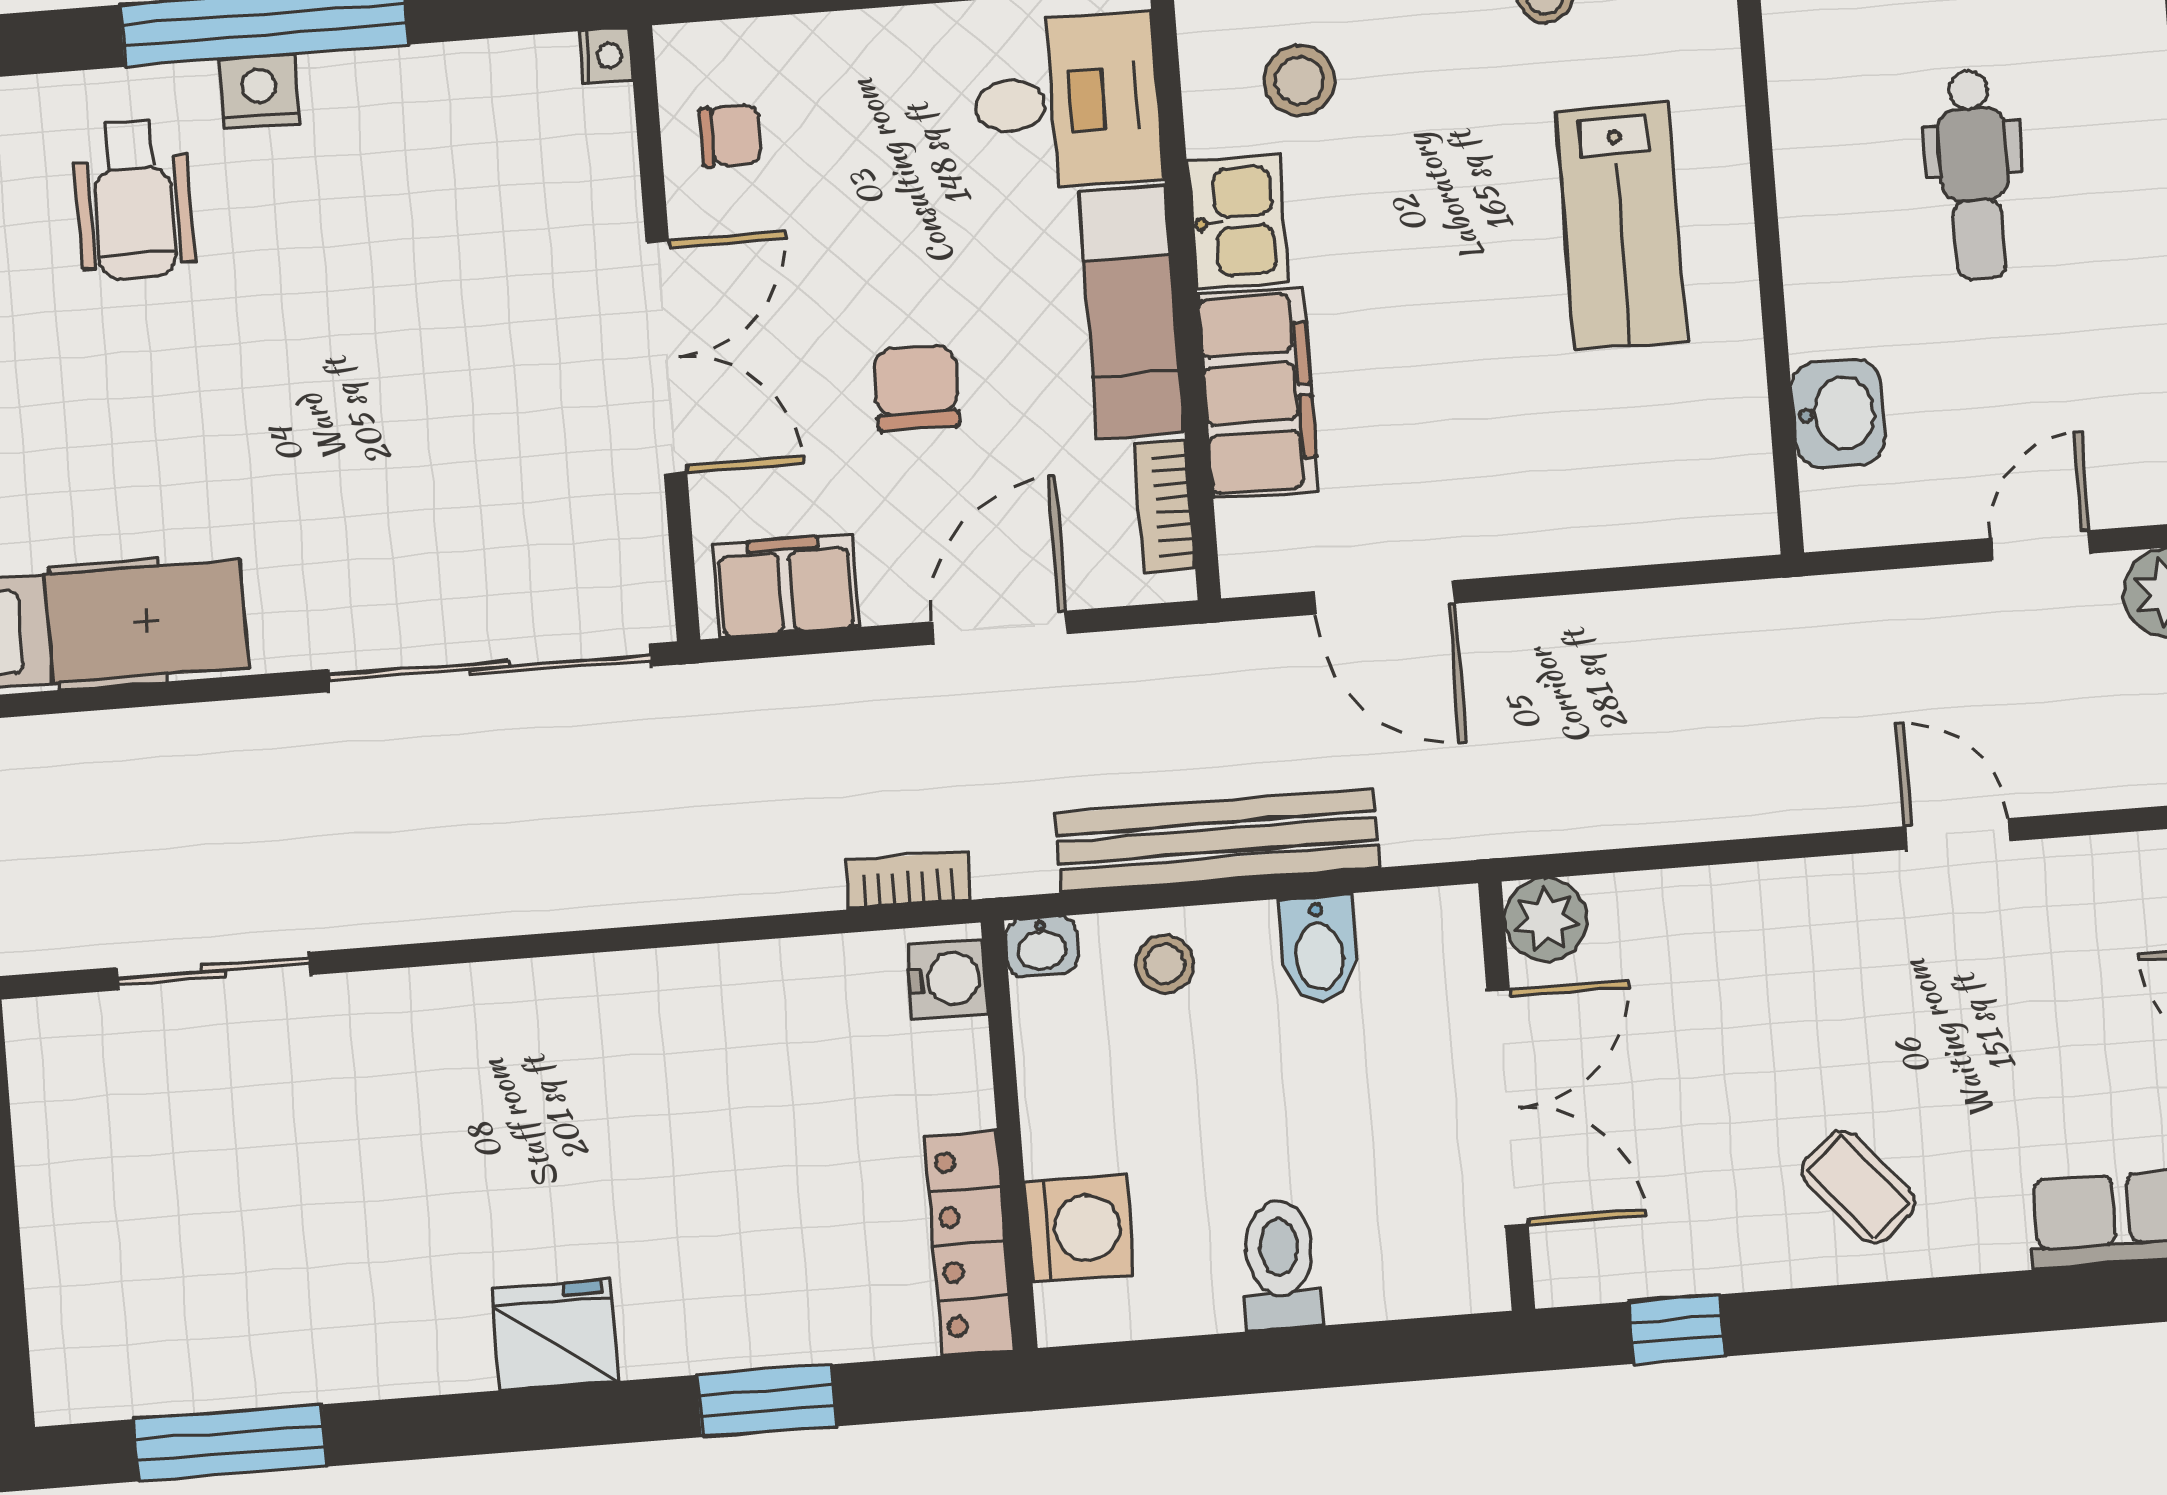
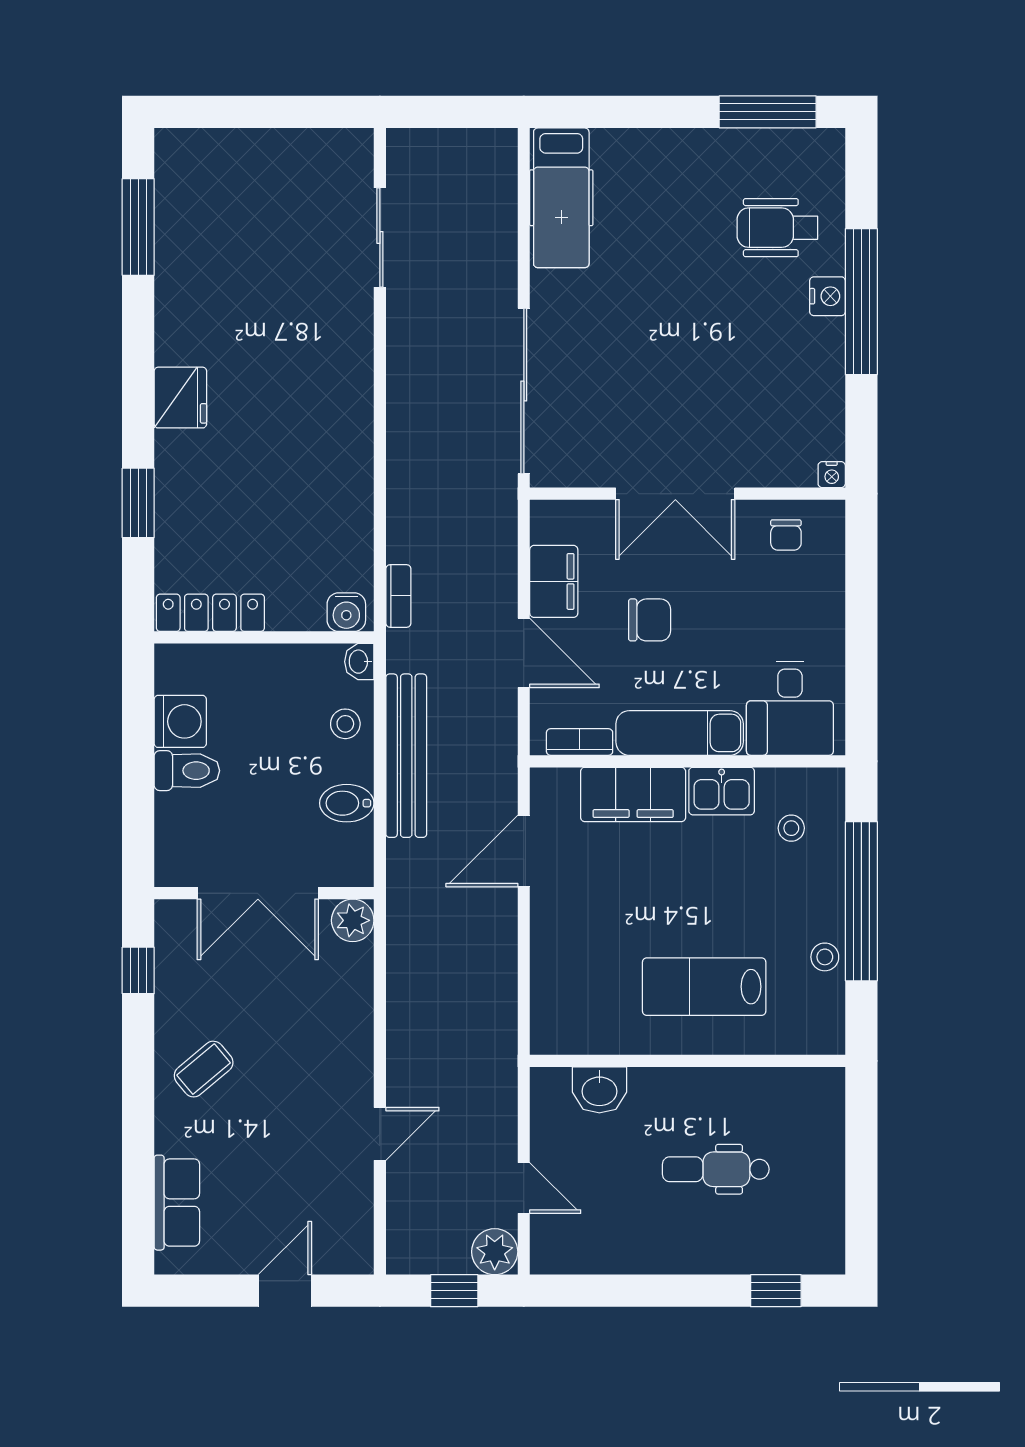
stool: (1299, 80) -> (791, 828), width x0.73, depth x0.73
filing cabinet: (786, 586) -> (554, 581), moved
washing machine: (1079, 1228) -> (180, 721), moved, turned -90

